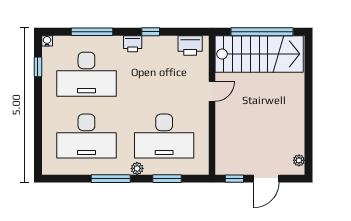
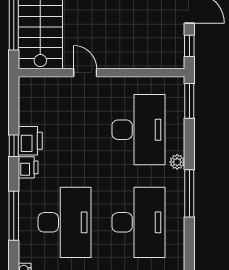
printer: (190, 45) -> (30, 141), moved
window: (167, 179) -> (189, 101), moved

